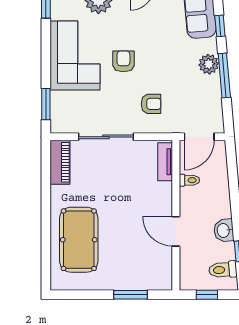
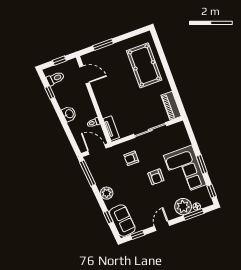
window: (224, 76) -> (87, 173), moved
window: (46, 104) -> (202, 164), moved
door: (199, 137) -> (97, 150), hinge flipped
washbasin: (224, 230) -> (69, 114), moved
door: (176, 231) -> (85, 75), moved

